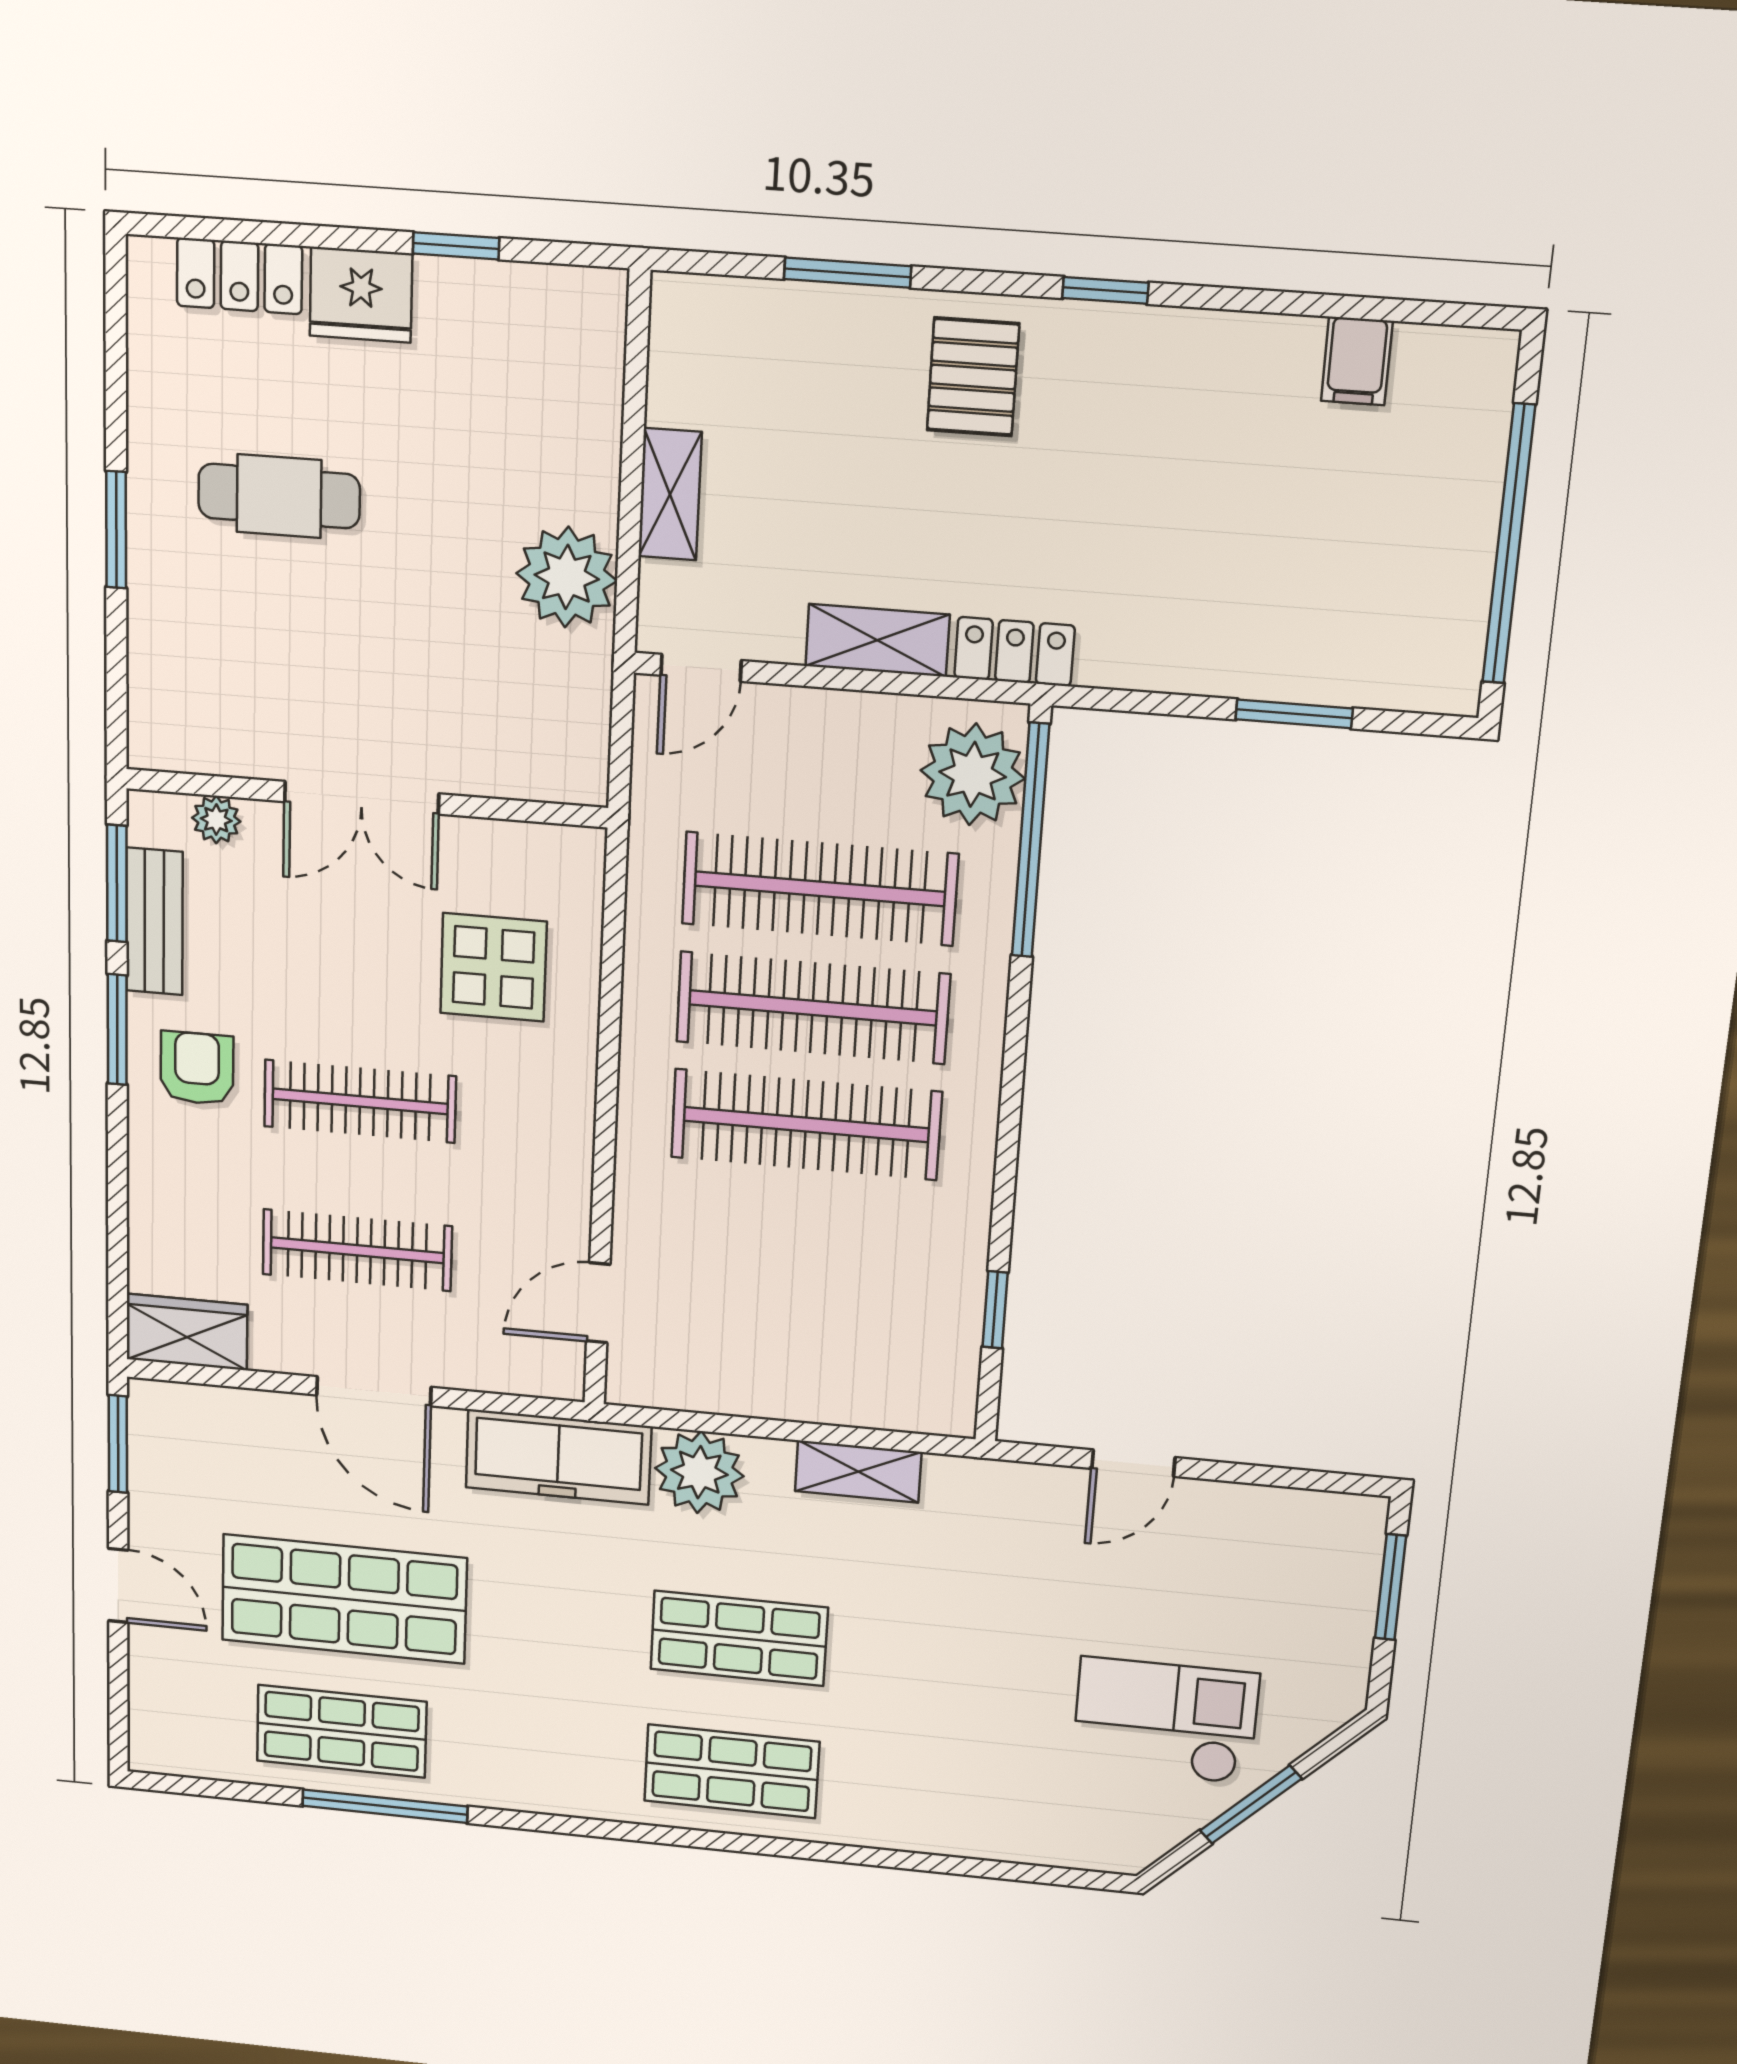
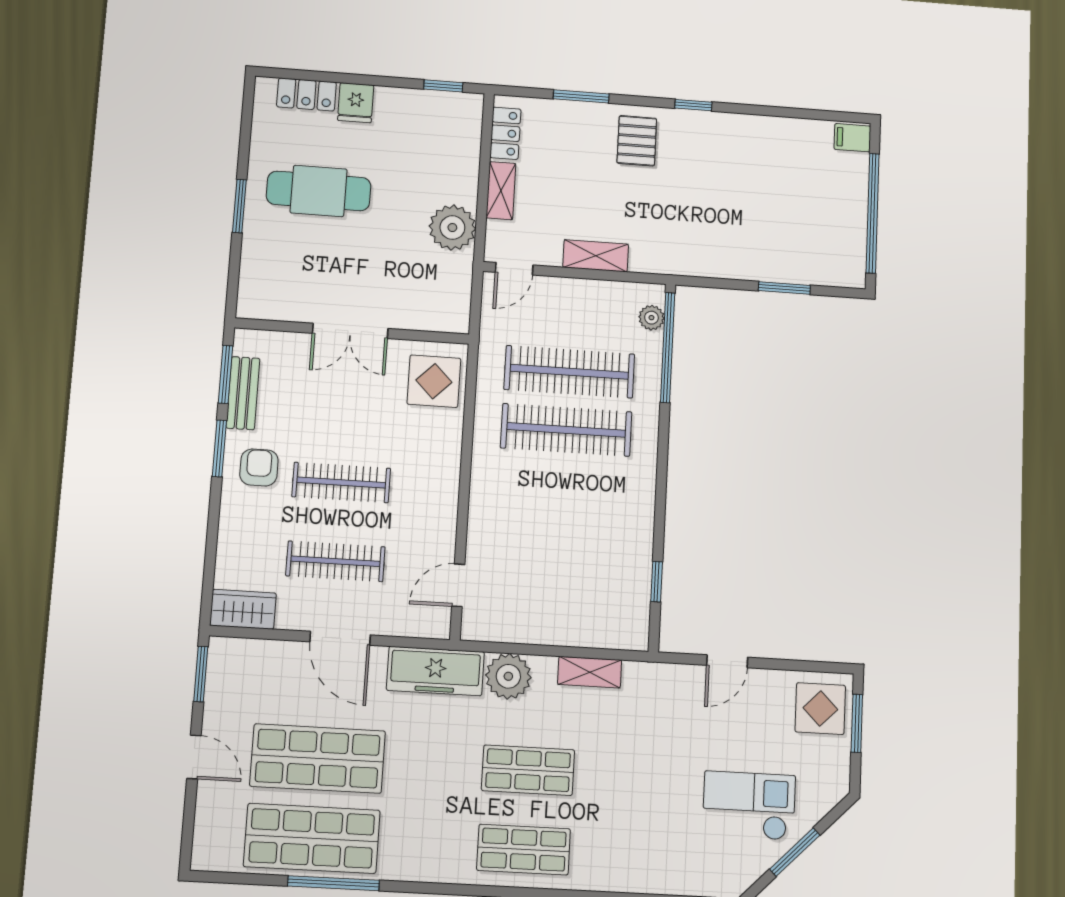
window: (456, 246) -> (443, 86), moved
fridge: (361, 295) -> (356, 103), width x0.72
filing cabinet: (1357, 361) -> (852, 138), moved, turned 90
cafe table: (279, 496) -> (319, 191), width x1.37, depth x1.35
locker: (1014, 652) -> (505, 133), moved, turned 90
plant: (973, 774) -> (651, 318), width x0.53, depth x0.53
plant: (216, 820) -> (278, 342), removed
display table: (494, 967) -> (434, 381), moved
clothes rail: (806, 1124) -> (563, 489), removed
display table: (1318, 1557) -> (820, 709), added
shop shelf: (342, 1731) -> (312, 838), width x1.43, depth x1.36

